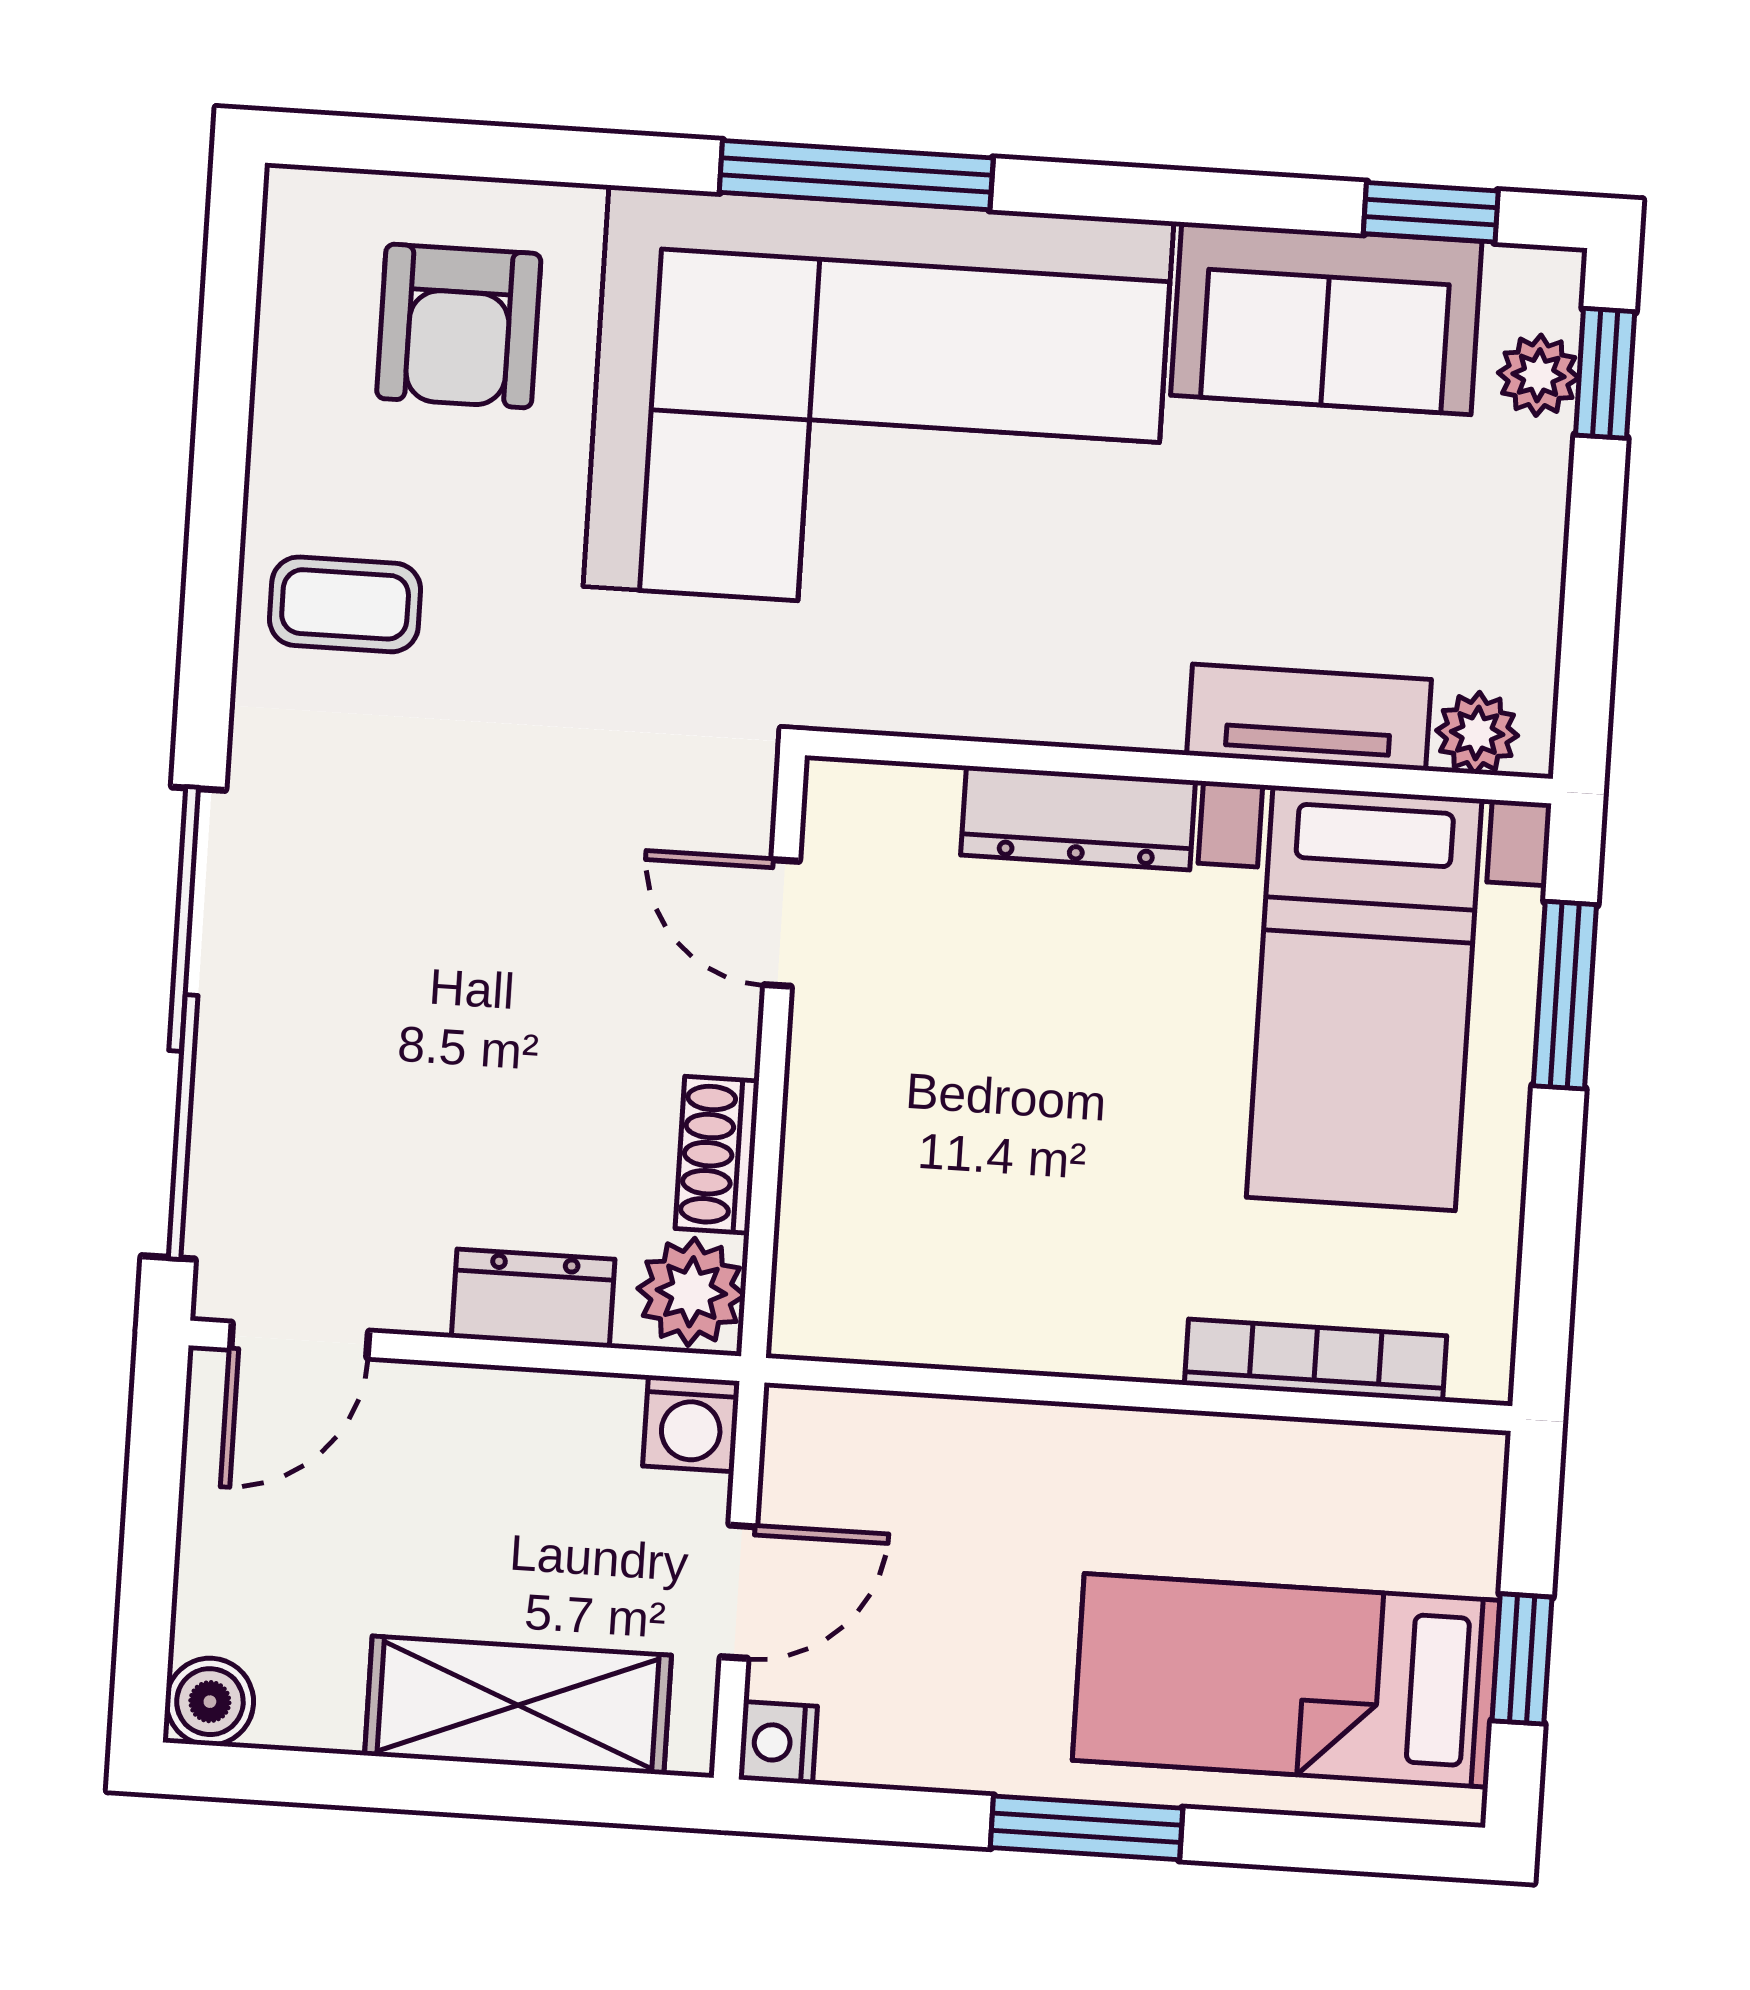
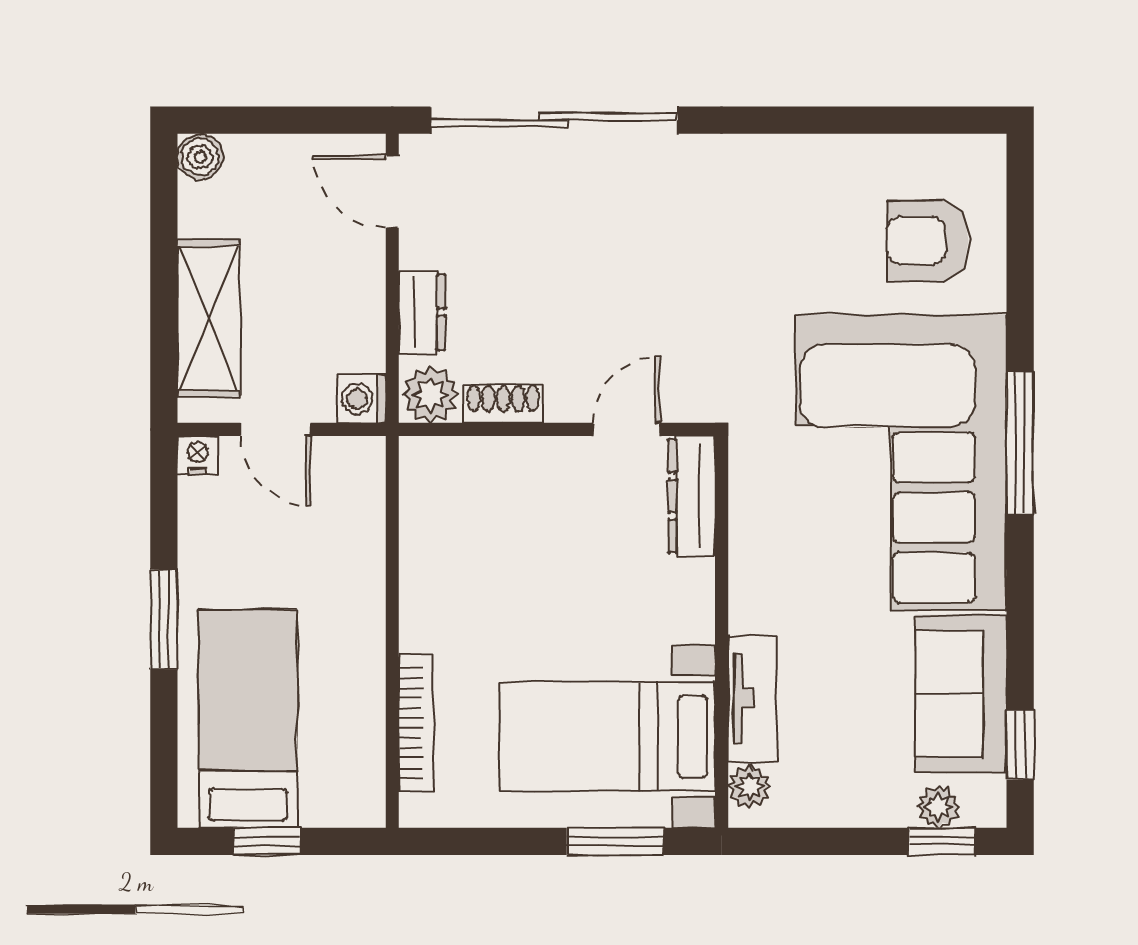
coffee table: (345, 604) -> (778, 190), removed
dresser: (1078, 818) -> (692, 496), moved

